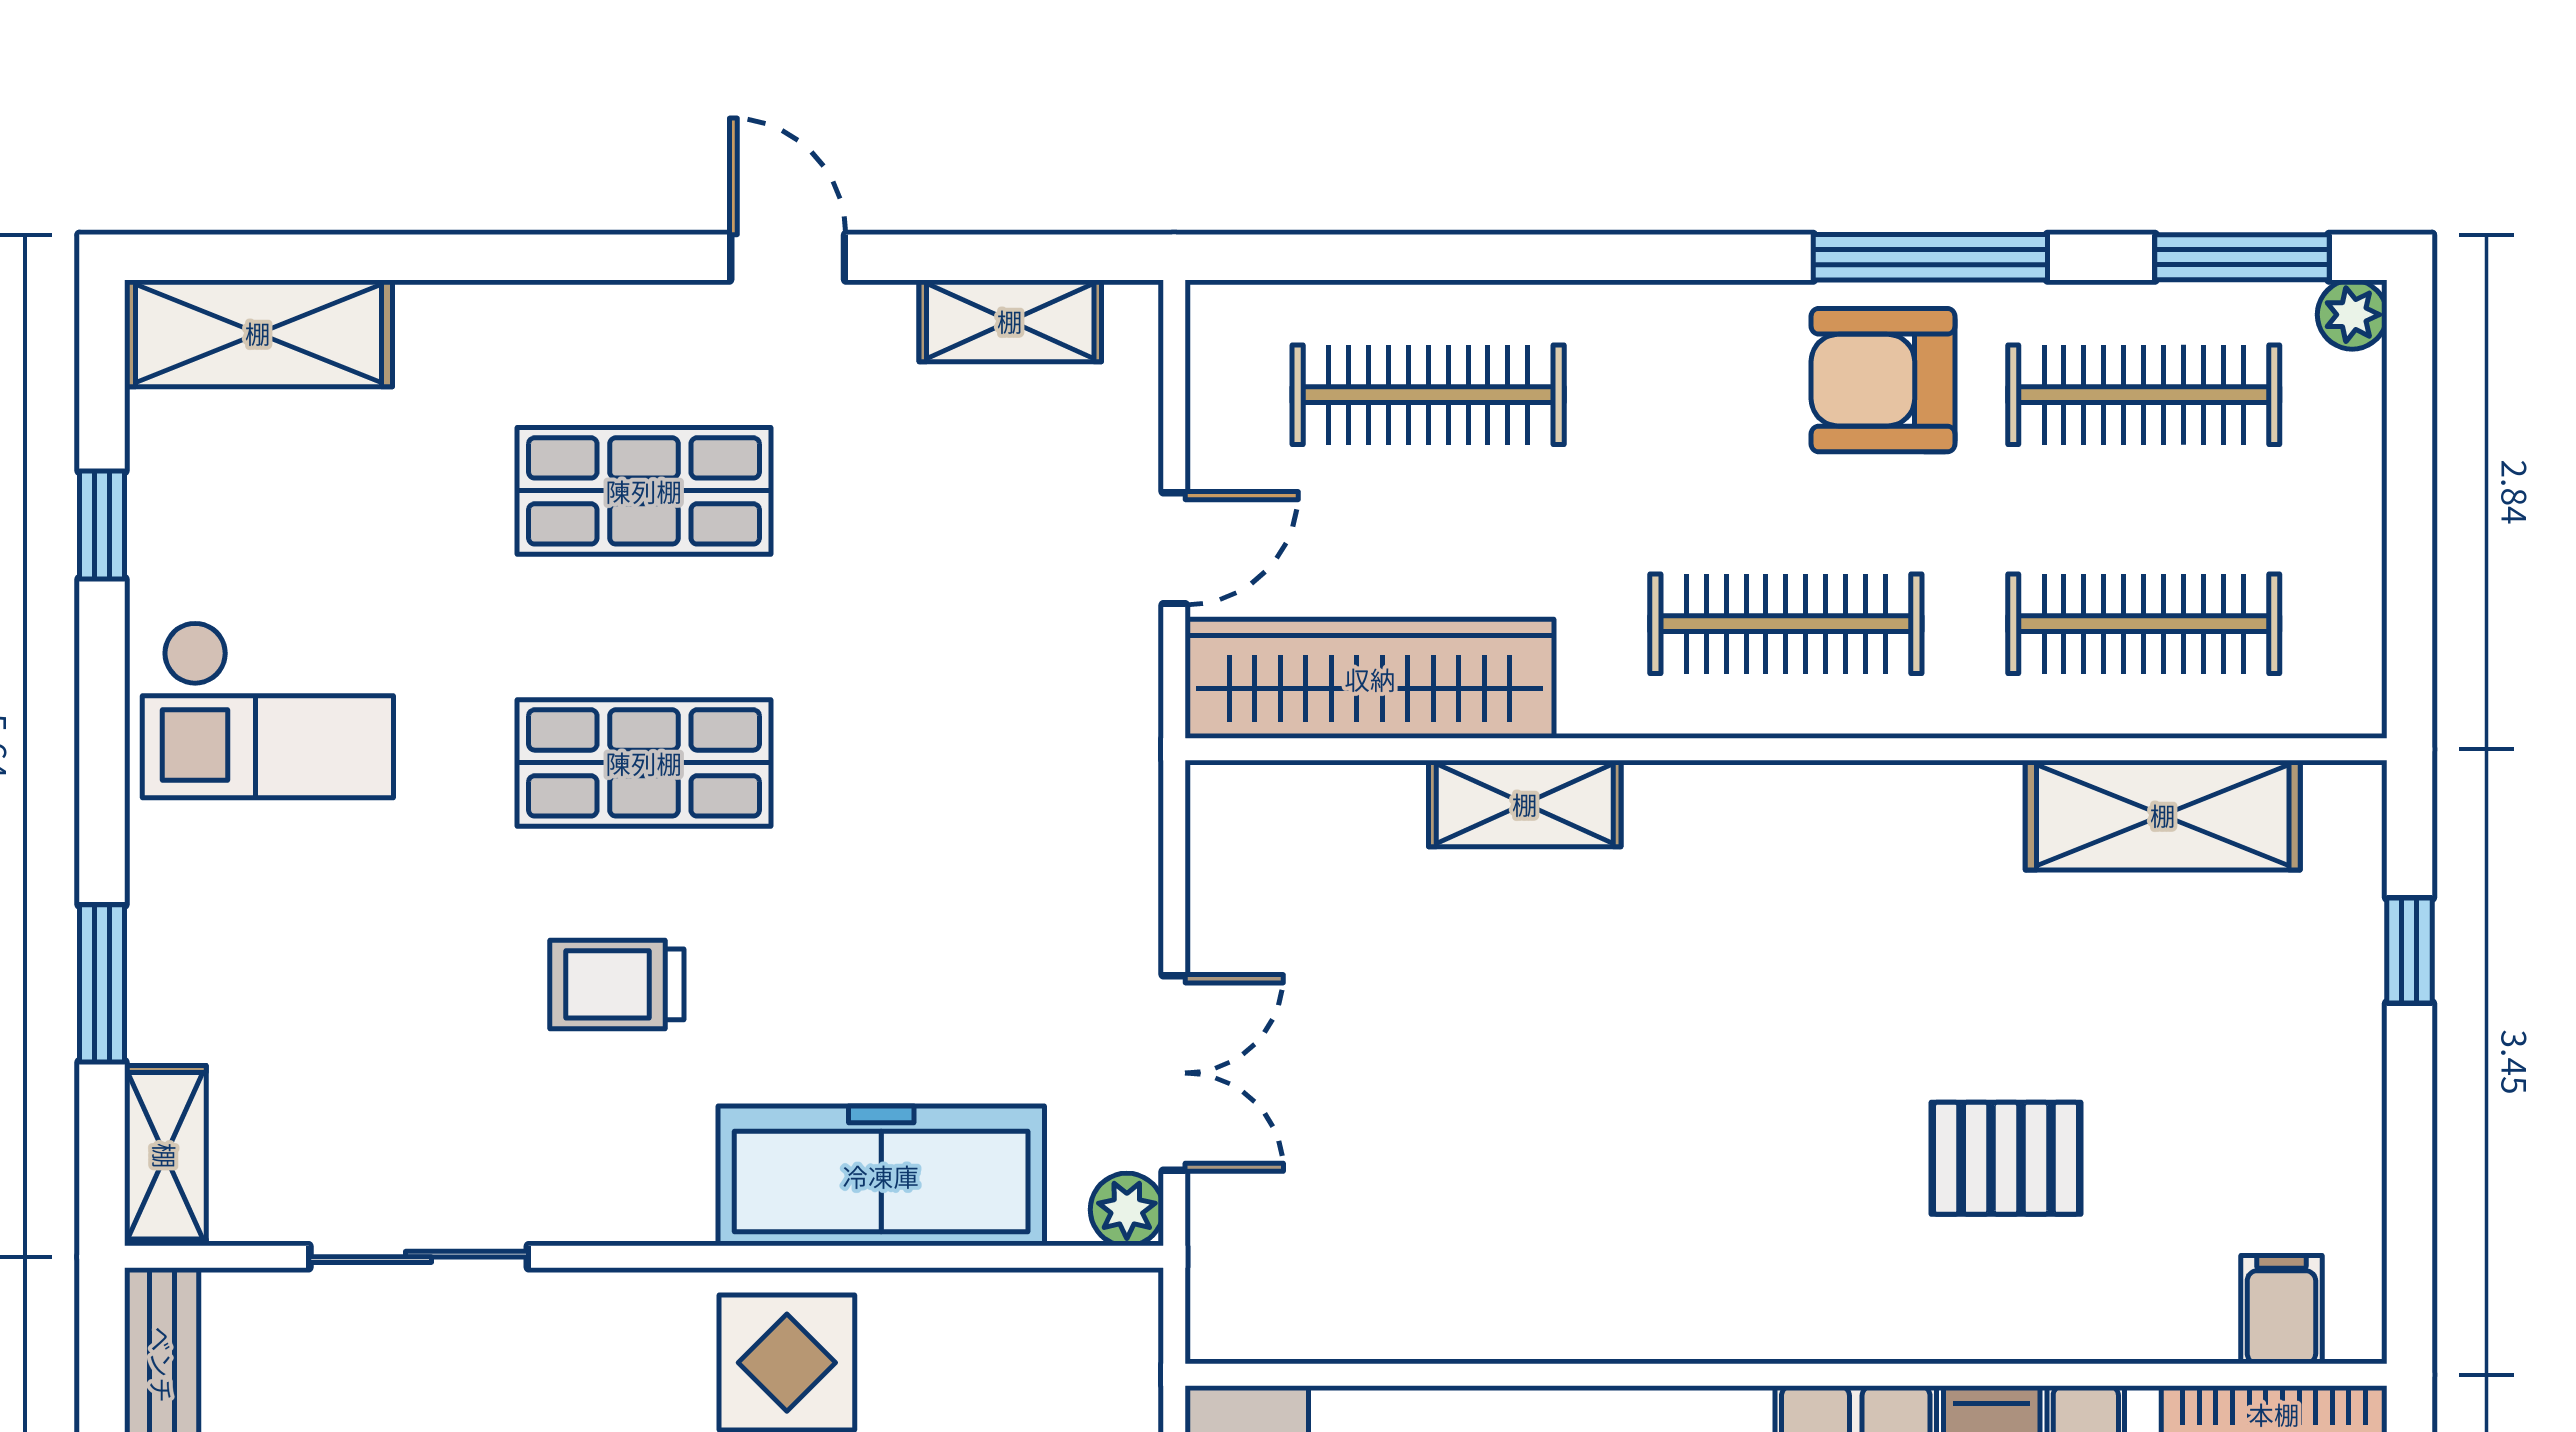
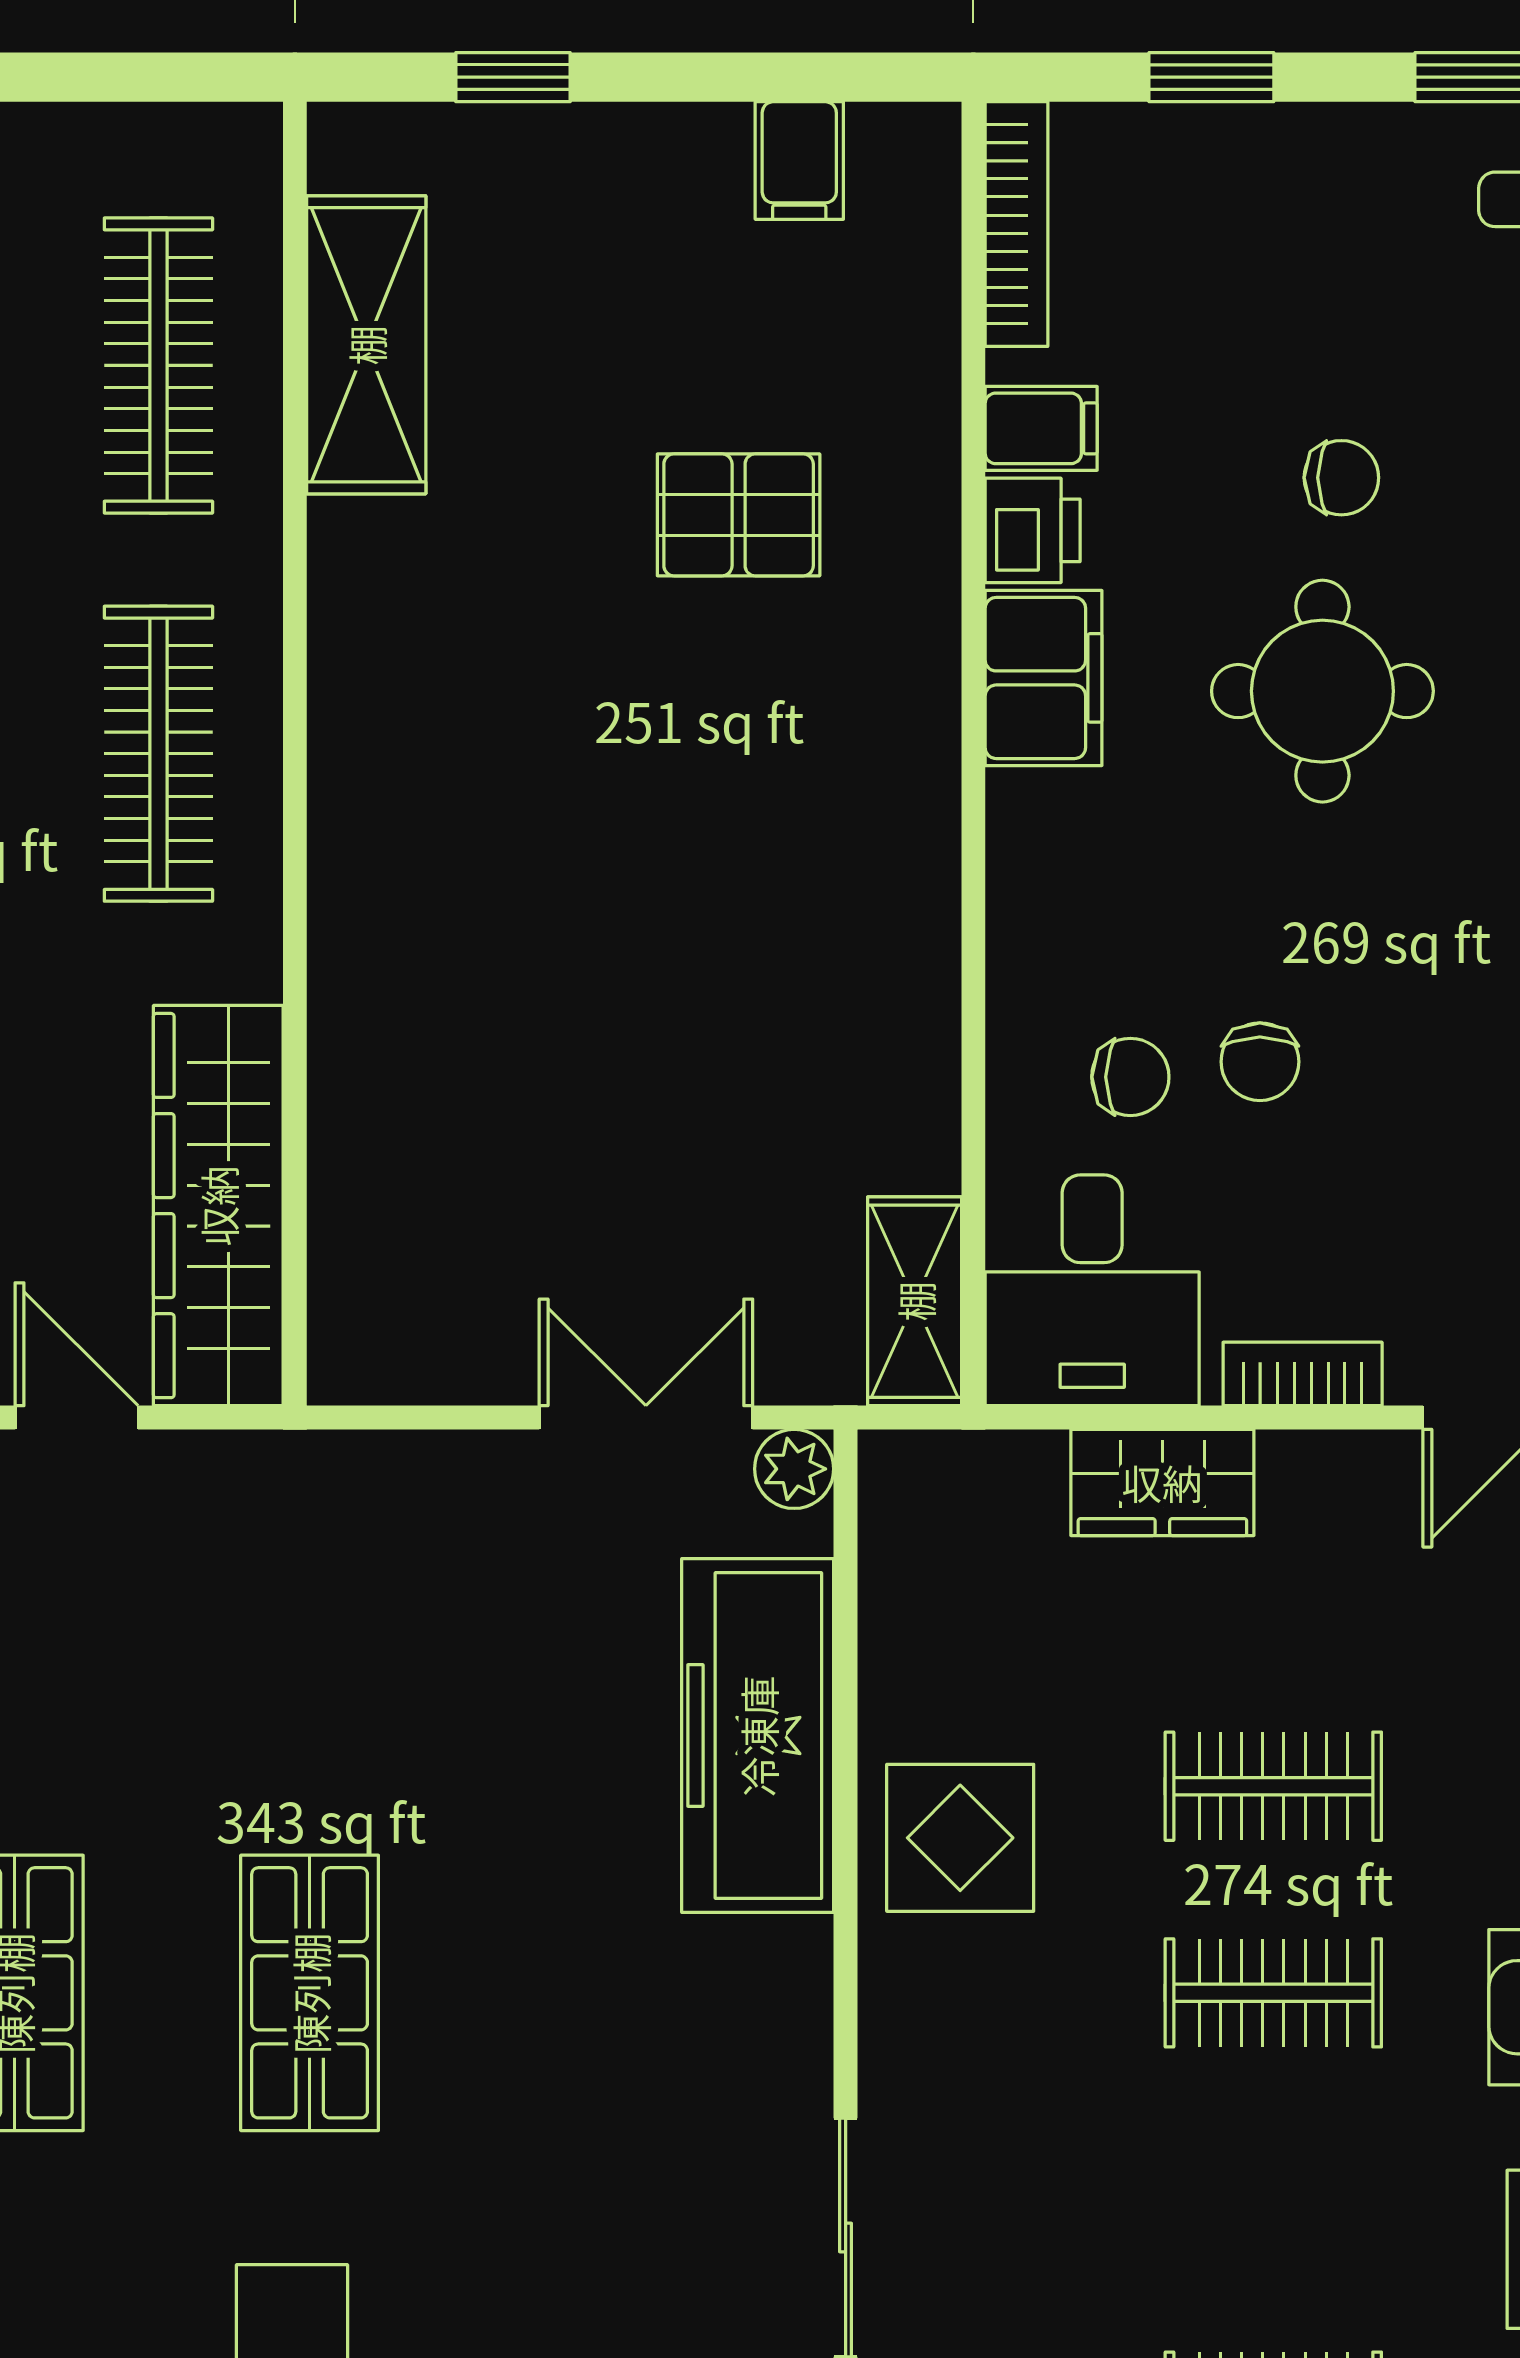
shelving: (1525, 804) -> (915, 1301), moved
trolley: (617, 984) -> (550, 2022), removed
pallet: (2006, 1158) -> (739, 515), turned 90
filing cabinet: (2281, 1310) -> (799, 161), moved, turned -90

